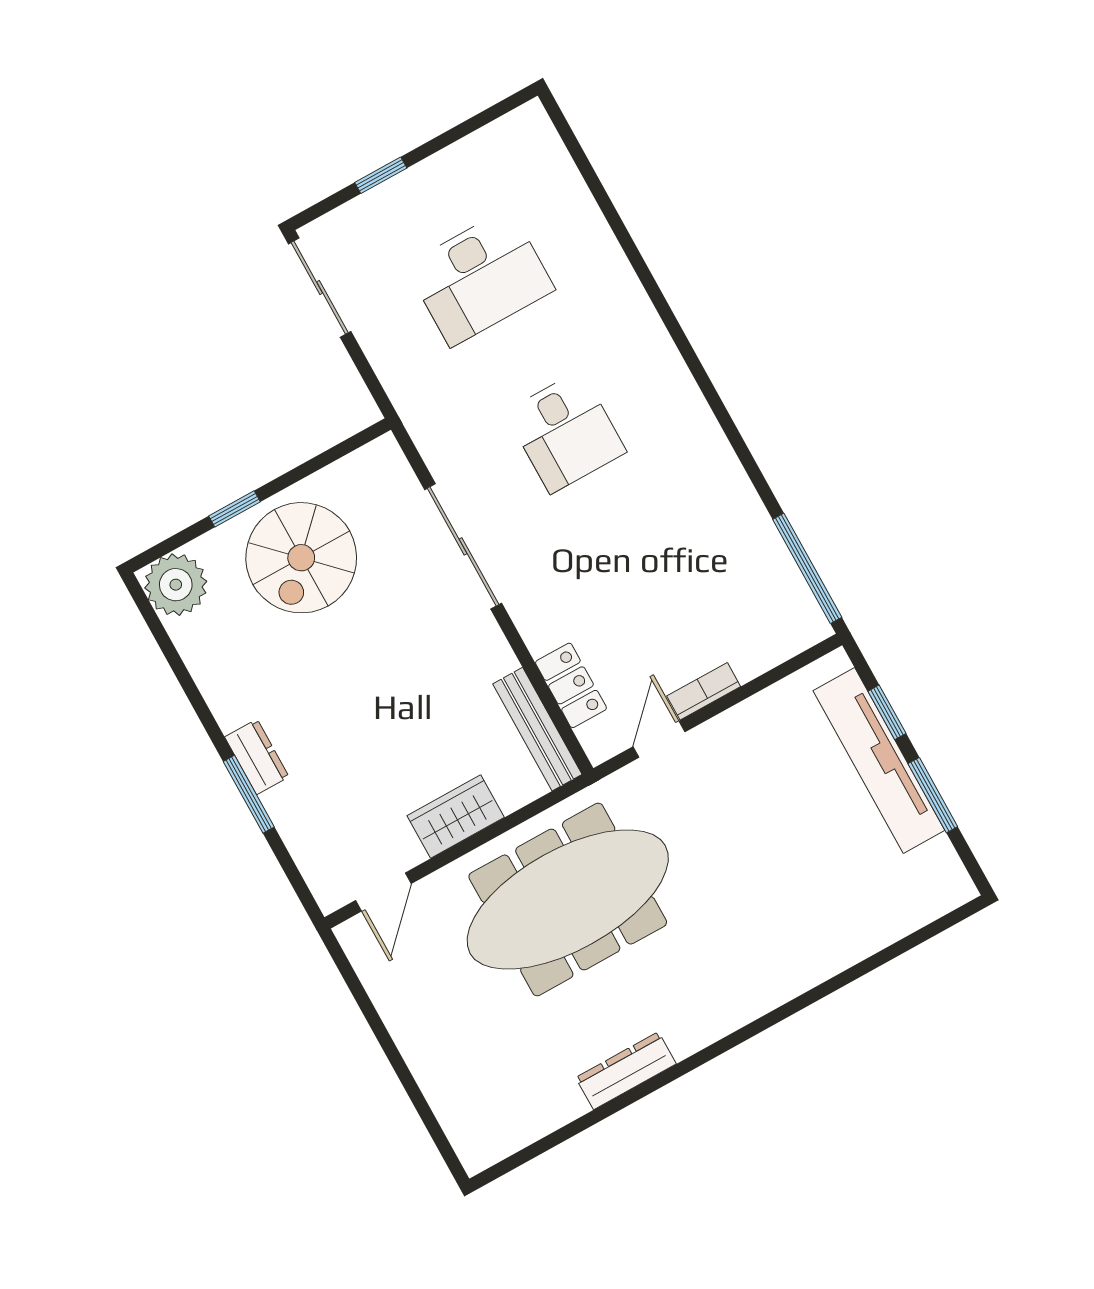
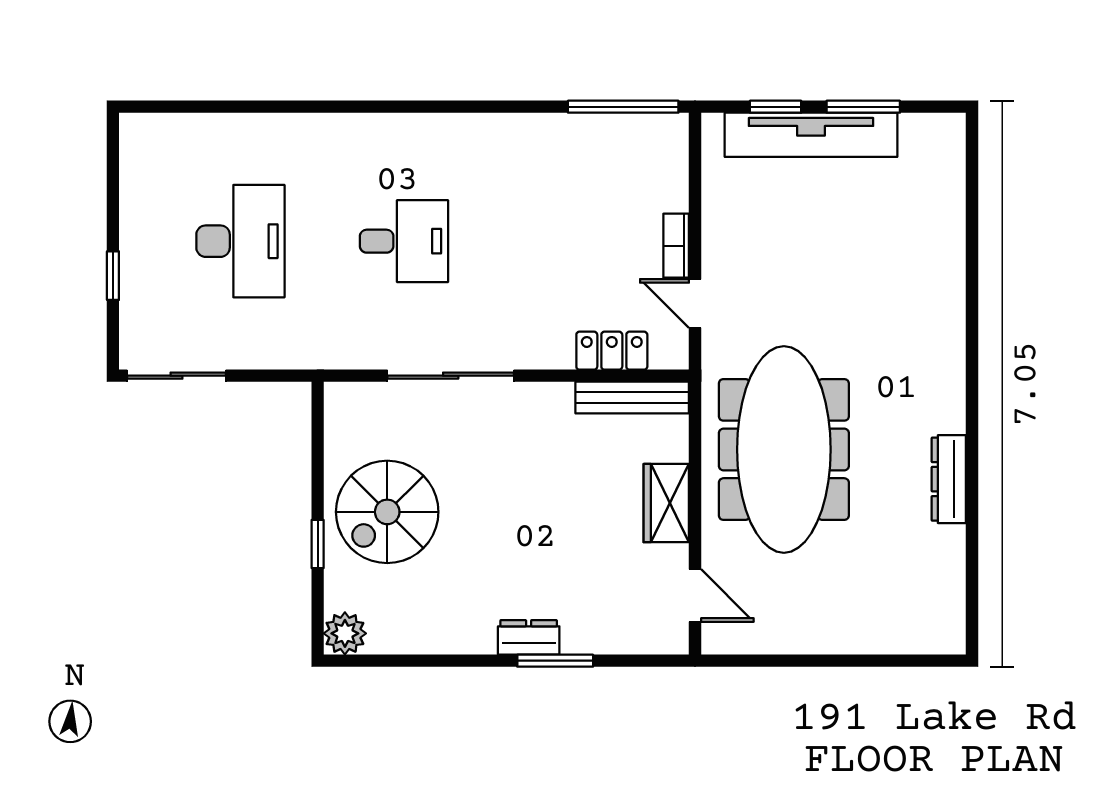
spiral stairs: (301, 558) -> (387, 512), turned 90
plant: (176, 585) -> (345, 633), width x0.73, depth x0.73

